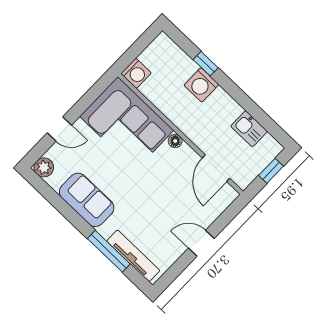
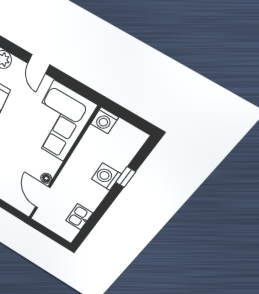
floor lamp: (175, 141) -> (46, 178), moved
door: (216, 168) -> (43, 197), hinge flipped
window: (271, 171) -> (52, 235), removed

